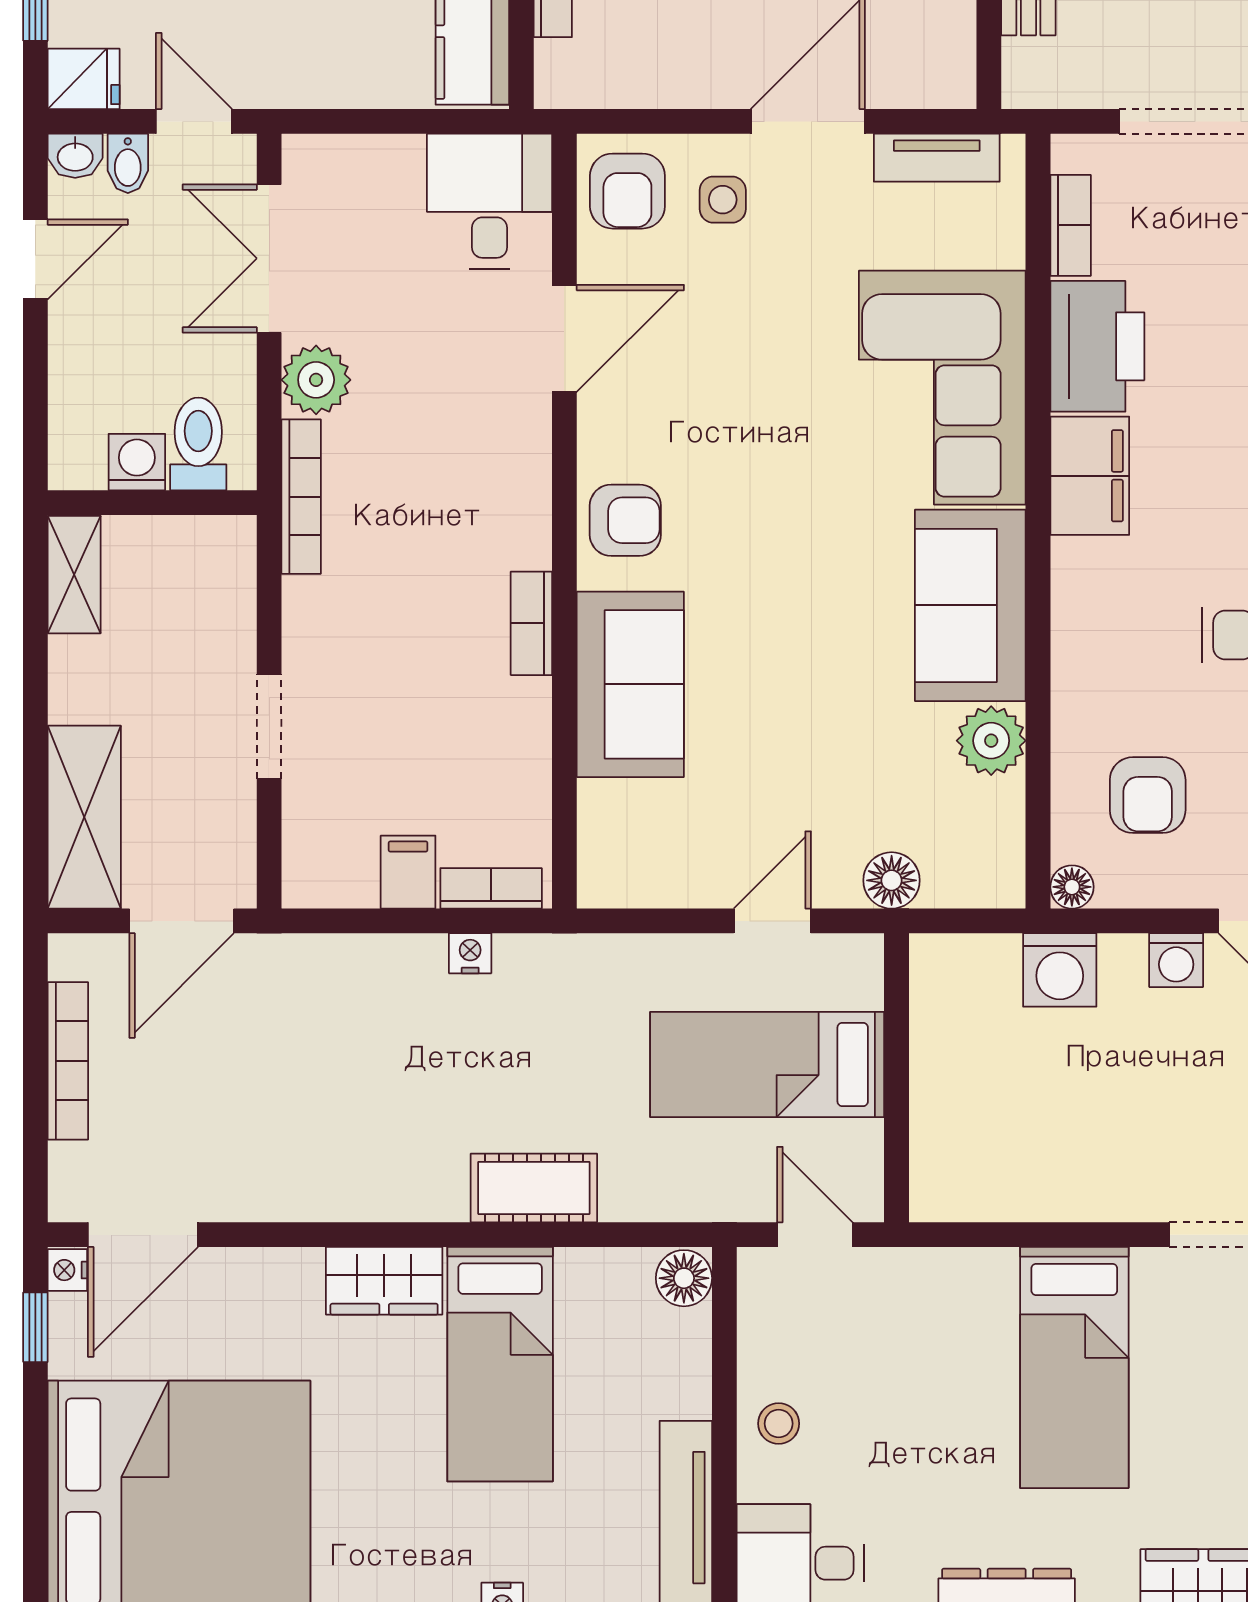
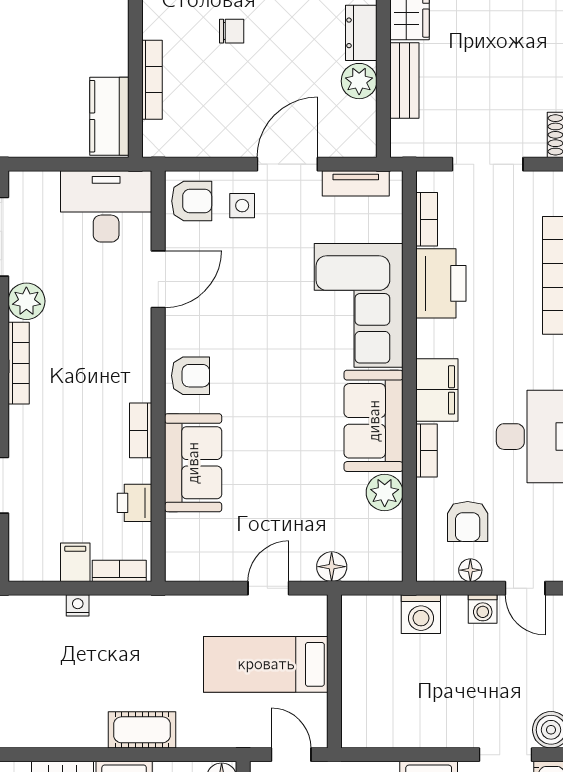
armchair: (627, 191) -> (192, 201), turned -90
desk: (490, 201) -> (106, 206), width x1.37
filing cabinet: (1090, 476) -> (437, 390), moved
bookcase: (1070, 661) -> (427, 450), added
printer: (520, 760) -> (135, 503), added
floor lamp: (1072, 887) -> (470, 570), moved
nightstand: (470, 953) -> (78, 605), moved

